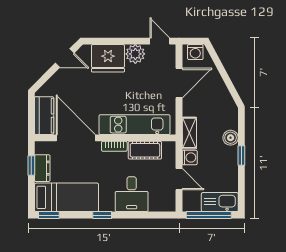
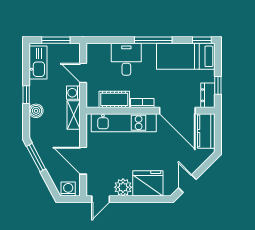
door: (160, 41) -> (101, 199), hinge flipped
door: (65, 58) -> (187, 184), hinge flipped
door: (179, 83) -> (83, 161), hinge flipped
window: (230, 86) -> (36, 158), added
dresser: (42, 168) -> (208, 95), moved
kitchen sink: (220, 202) -> (38, 63), moved, turned -90
window: (102, 215) -> (153, 40), width x2.17
window: (209, 215) -> (56, 40), width x0.69

